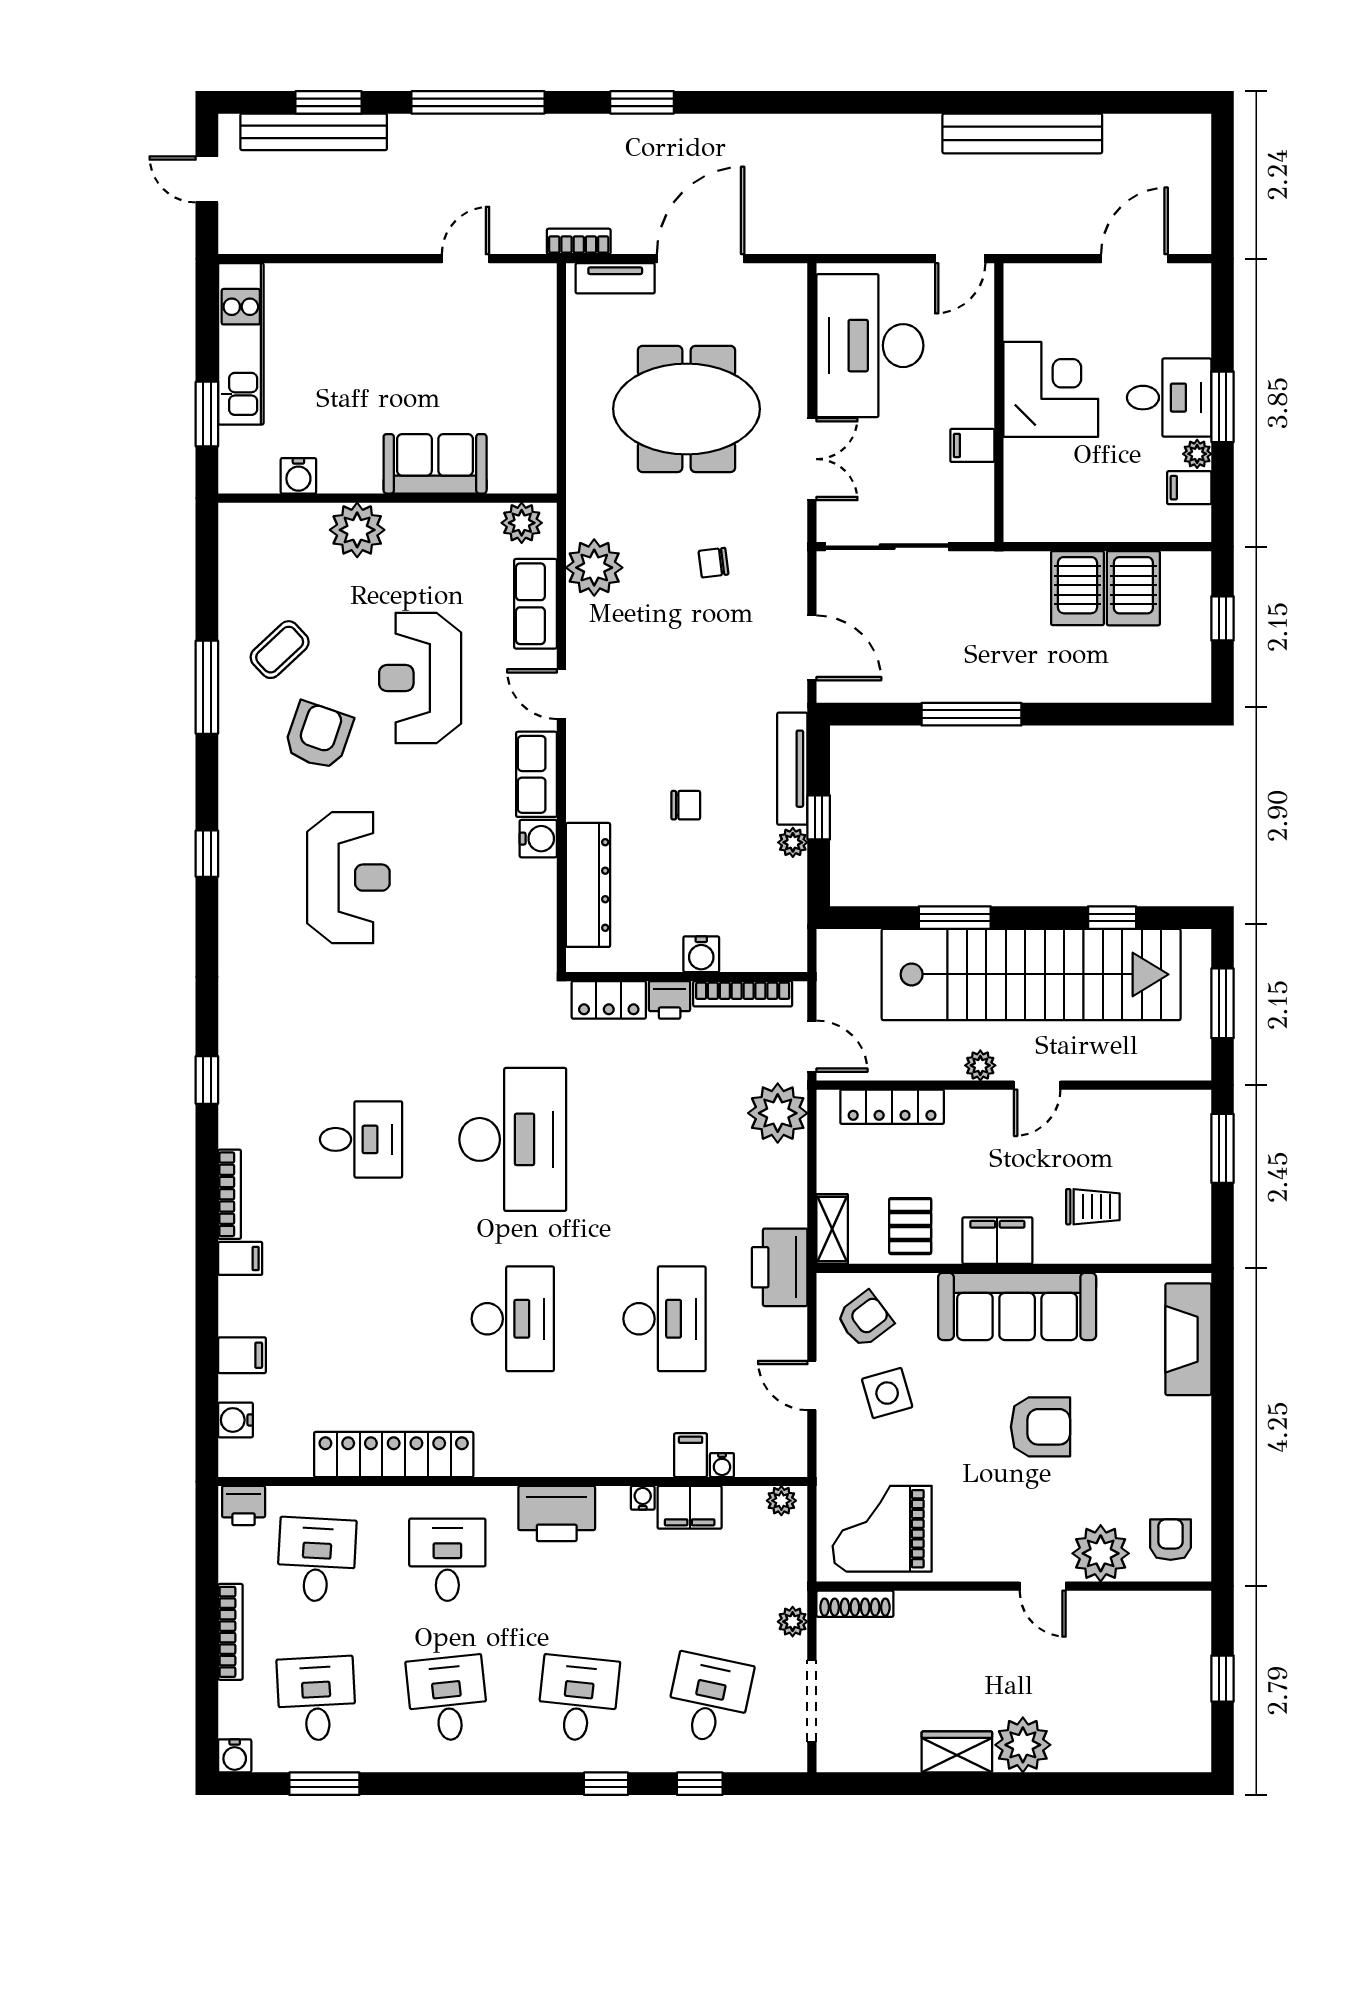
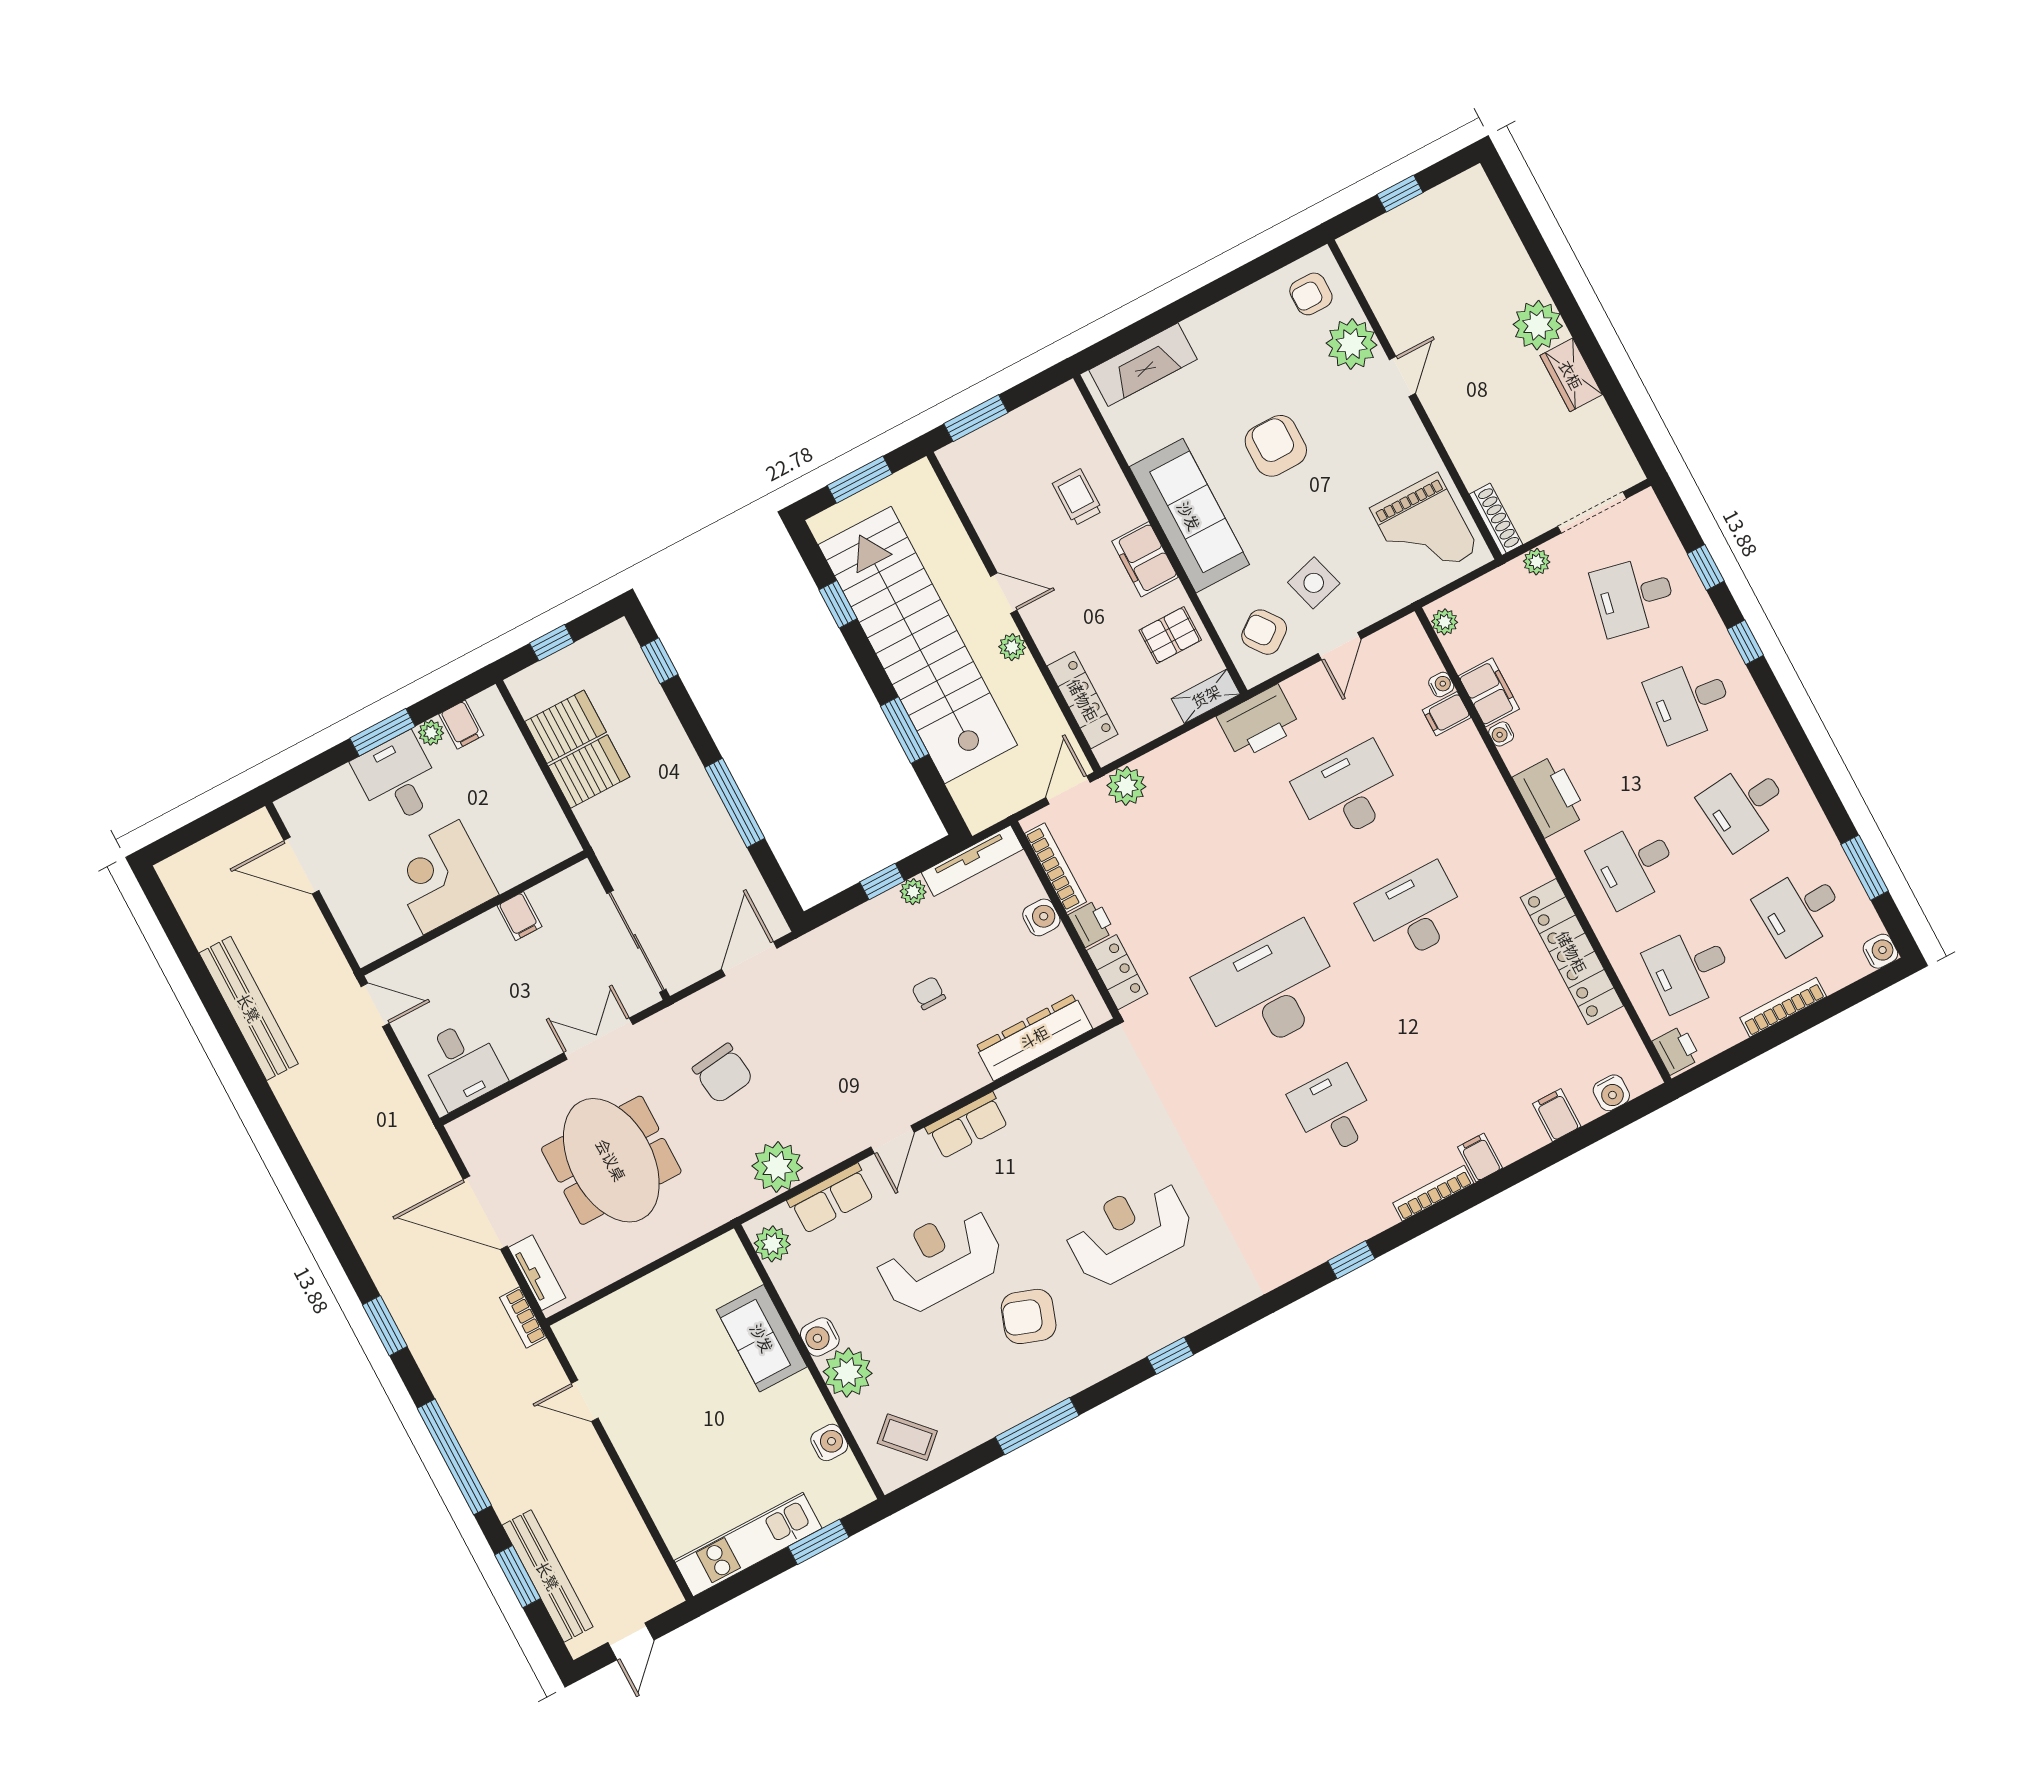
desk: (870, 346) -> (461, 1064), width x0.53, depth x0.77
chair: (714, 563) -> (723, 1074), width x1.87, depth x1.87
coffee table: (280, 650) -> (907, 1437), moved
reception desk: (420, 678) -> (939, 1259), turned 180
window: (1149, 714) -> (659, 661), added
tv unit: (792, 769) -> (972, 861), moved
water cooler: (538, 839) -> (820, 1337), moved, turned -90
plant: (778, 1113) -> (1126, 786), width x0.73, depth x0.73

